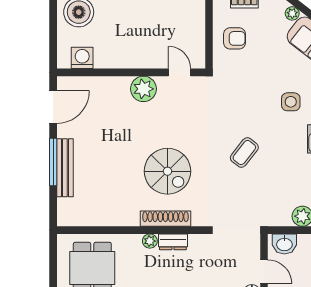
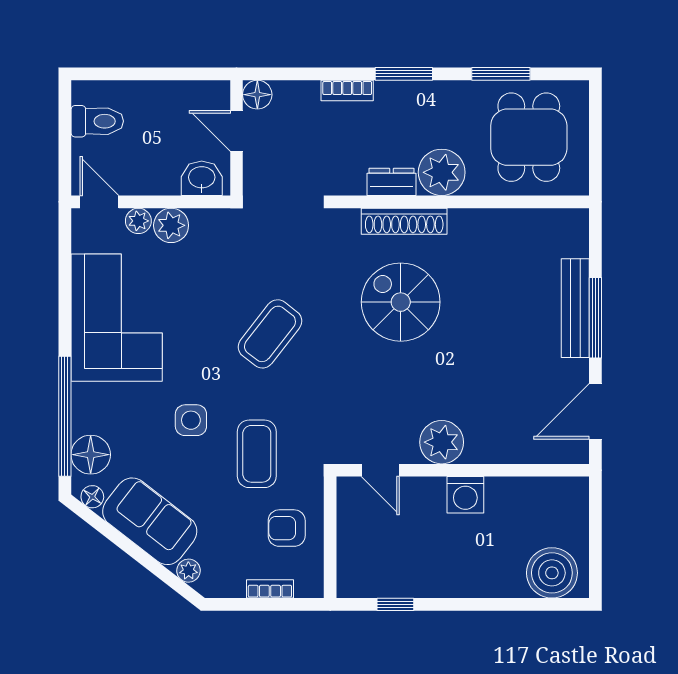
washing machine: (82, 58) -> (465, 495), moved
coffee table: (252, 82) -> (257, 454), added
coffee table: (244, 152) -> (270, 334), width x1.36, depth x1.30
plant: (150, 241) -> (442, 172), width x1.87, depth x1.87

